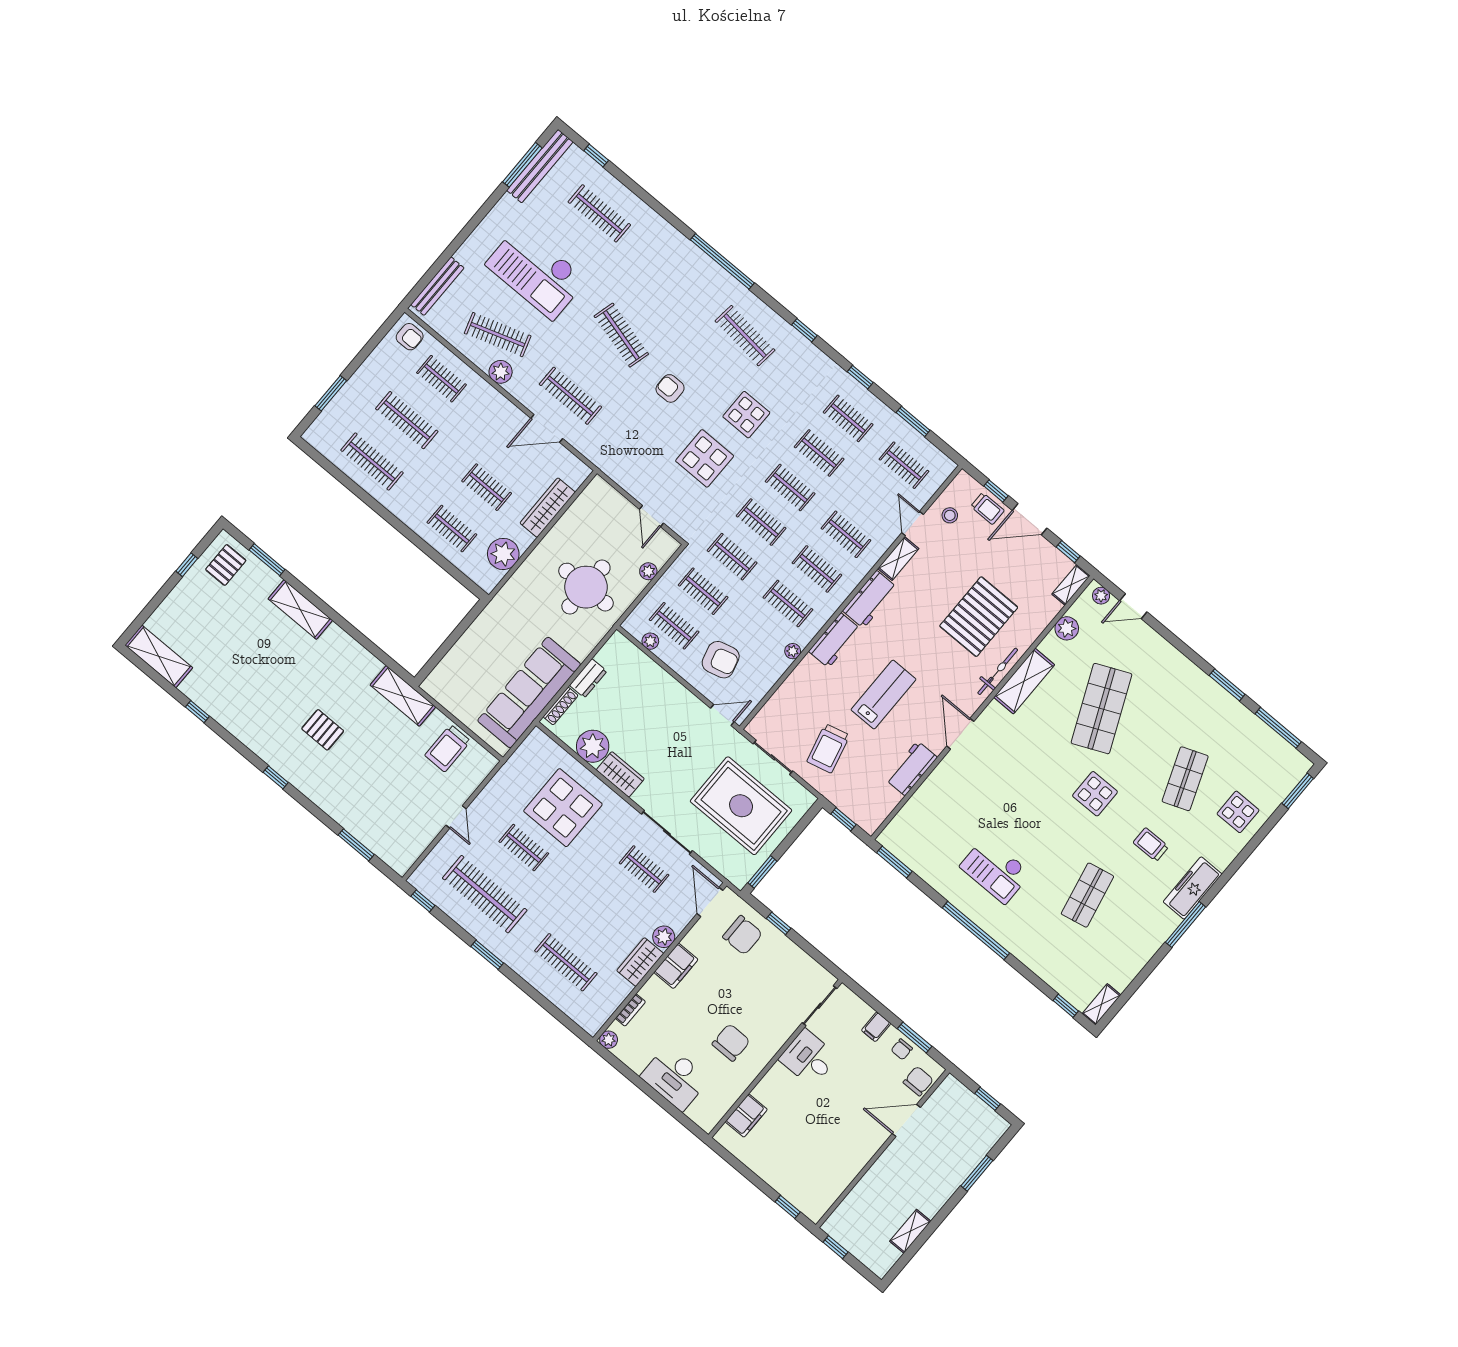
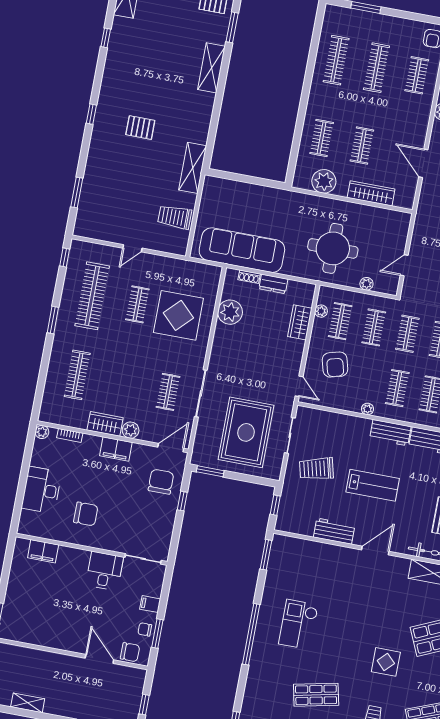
shoe rack: (561, 706) -> (249, 277), width x0.70
pallet: (323, 730) -> (140, 128), turned 90
wardrobe: (620, 774) -> (300, 322), moved, turned 180
chair: (743, 935) -> (161, 482), turned 180

